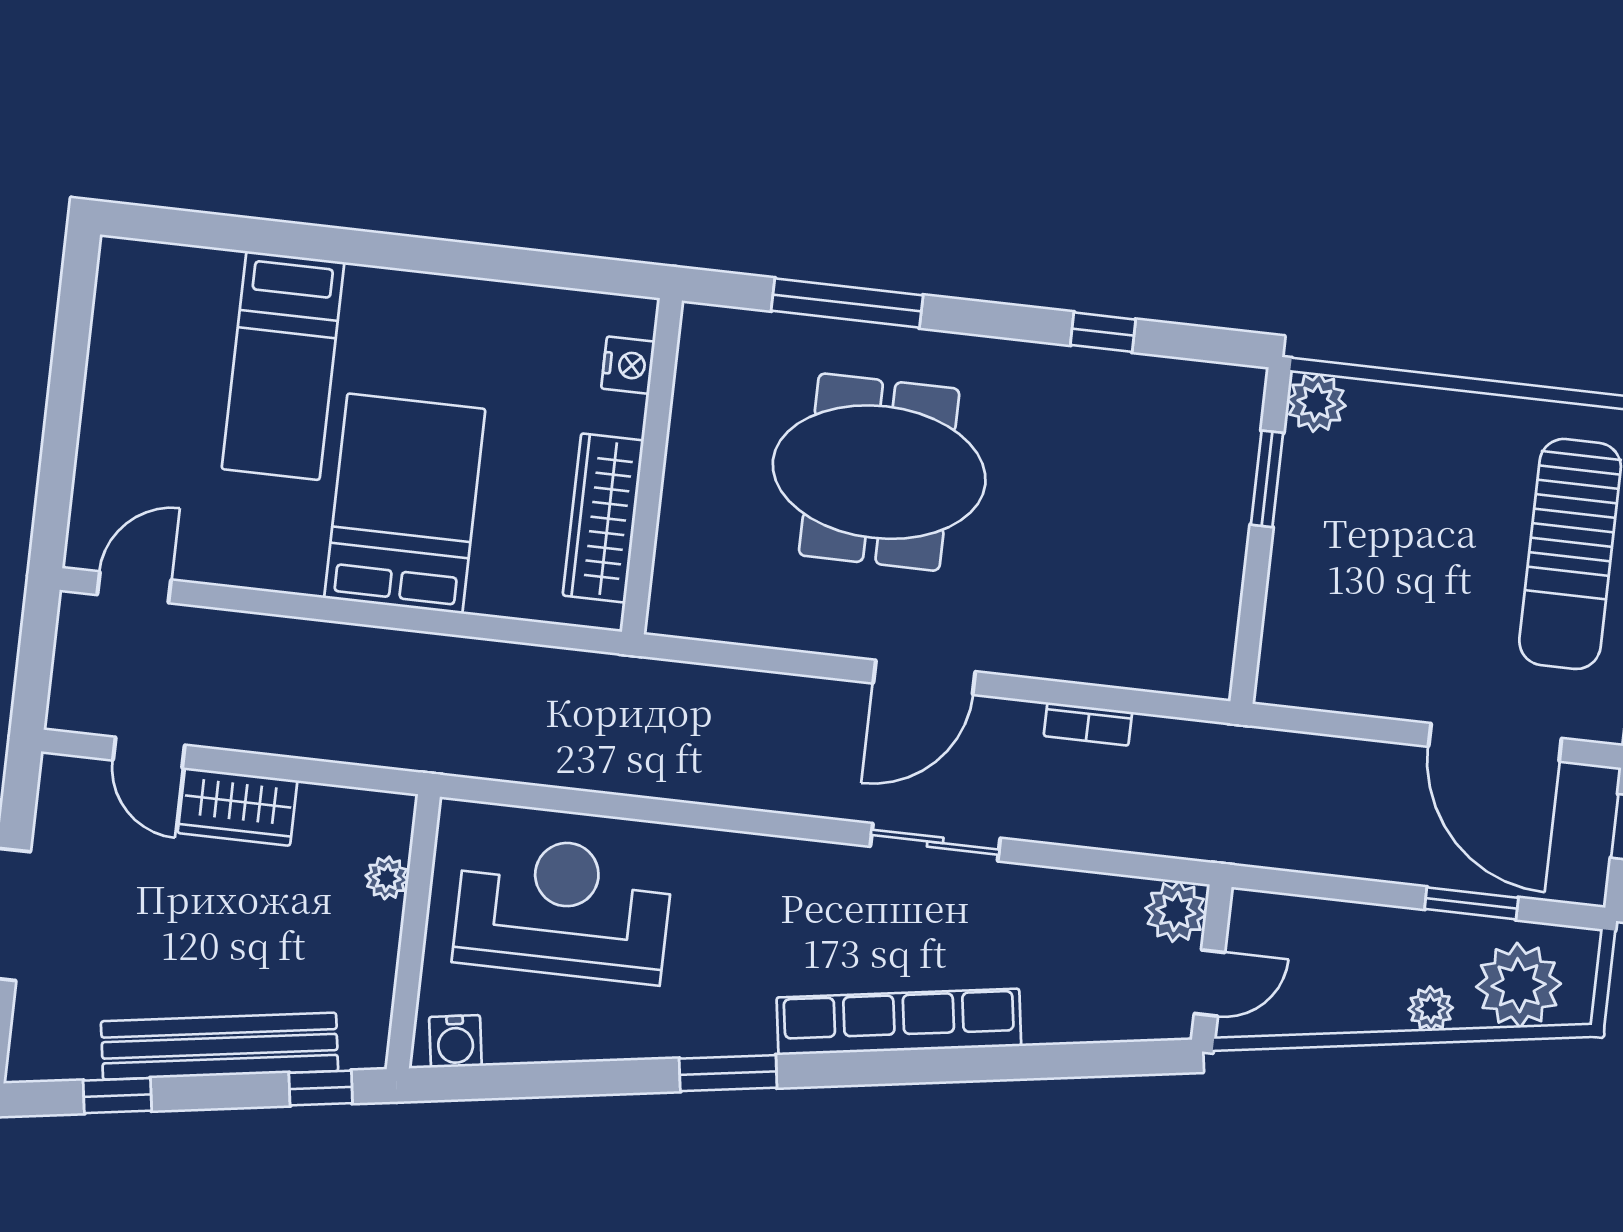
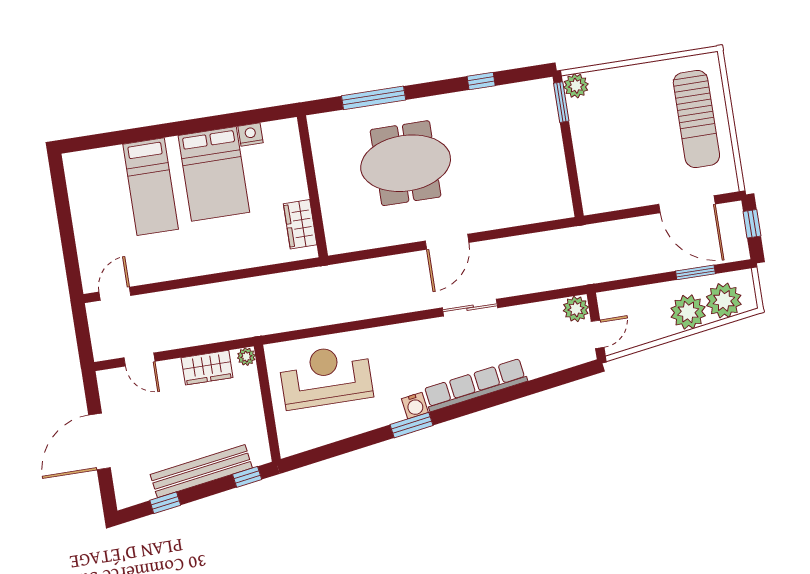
nightstand: (628, 365) -> (251, 134), moved, turned -90
window: (1267, 479) -> (561, 102), moved
bed: (405, 504) -> (214, 174), moved, turned 180
wardrobe: (603, 518) -> (300, 224), width x0.67
bookcase: (1088, 724) -> (519, 242), removed
wardrobe: (237, 807) -> (207, 368), moved
plant: (387, 878) -> (246, 357), moved
plant: (1431, 1009) -> (688, 312), width x1.88, depth x1.88
water cooler: (455, 1041) -> (415, 406), moved

